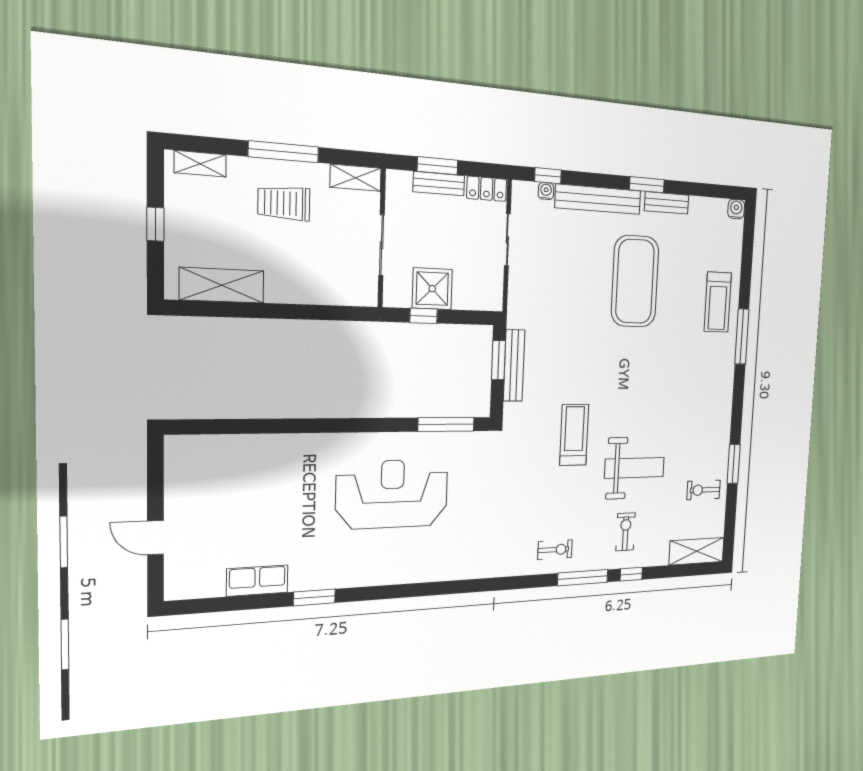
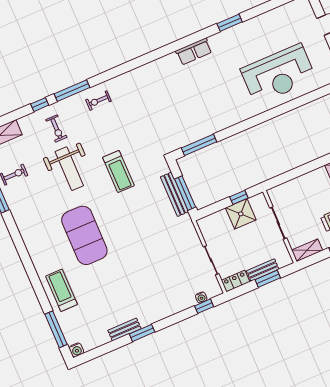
bench: (598, 199) -> (168, 309), removed
exercise mat: (635, 281) -> (84, 235), moved
window: (742, 337) -> (56, 329), moved
window: (498, 360) -> (185, 193), width x1.44
weight bench: (634, 468) -> (69, 169), turned -90
reception desk: (392, 494) -> (278, 74), moved
row of seats: (257, 581) -> (194, 51), moved

